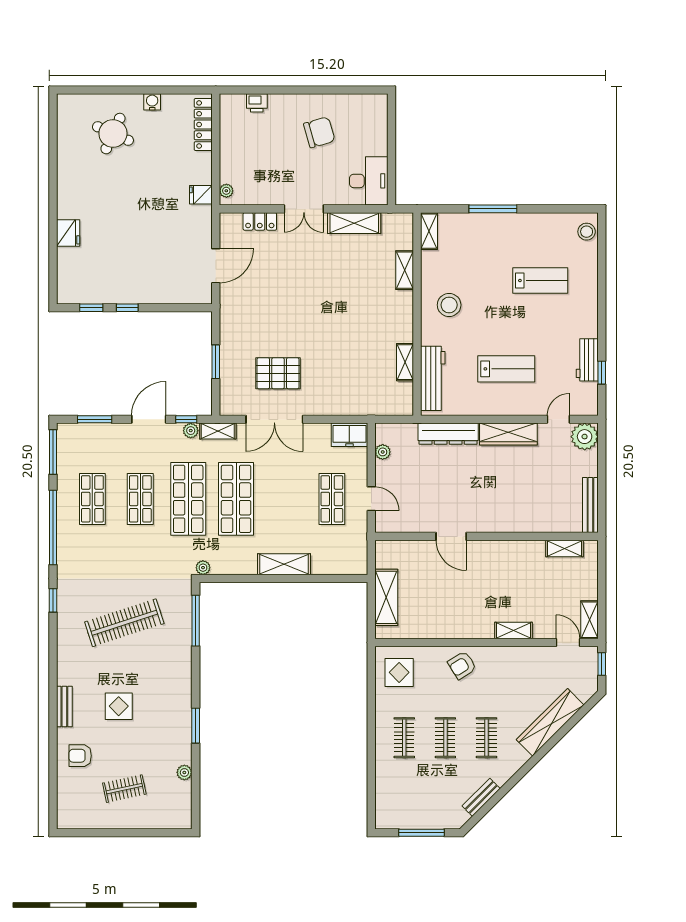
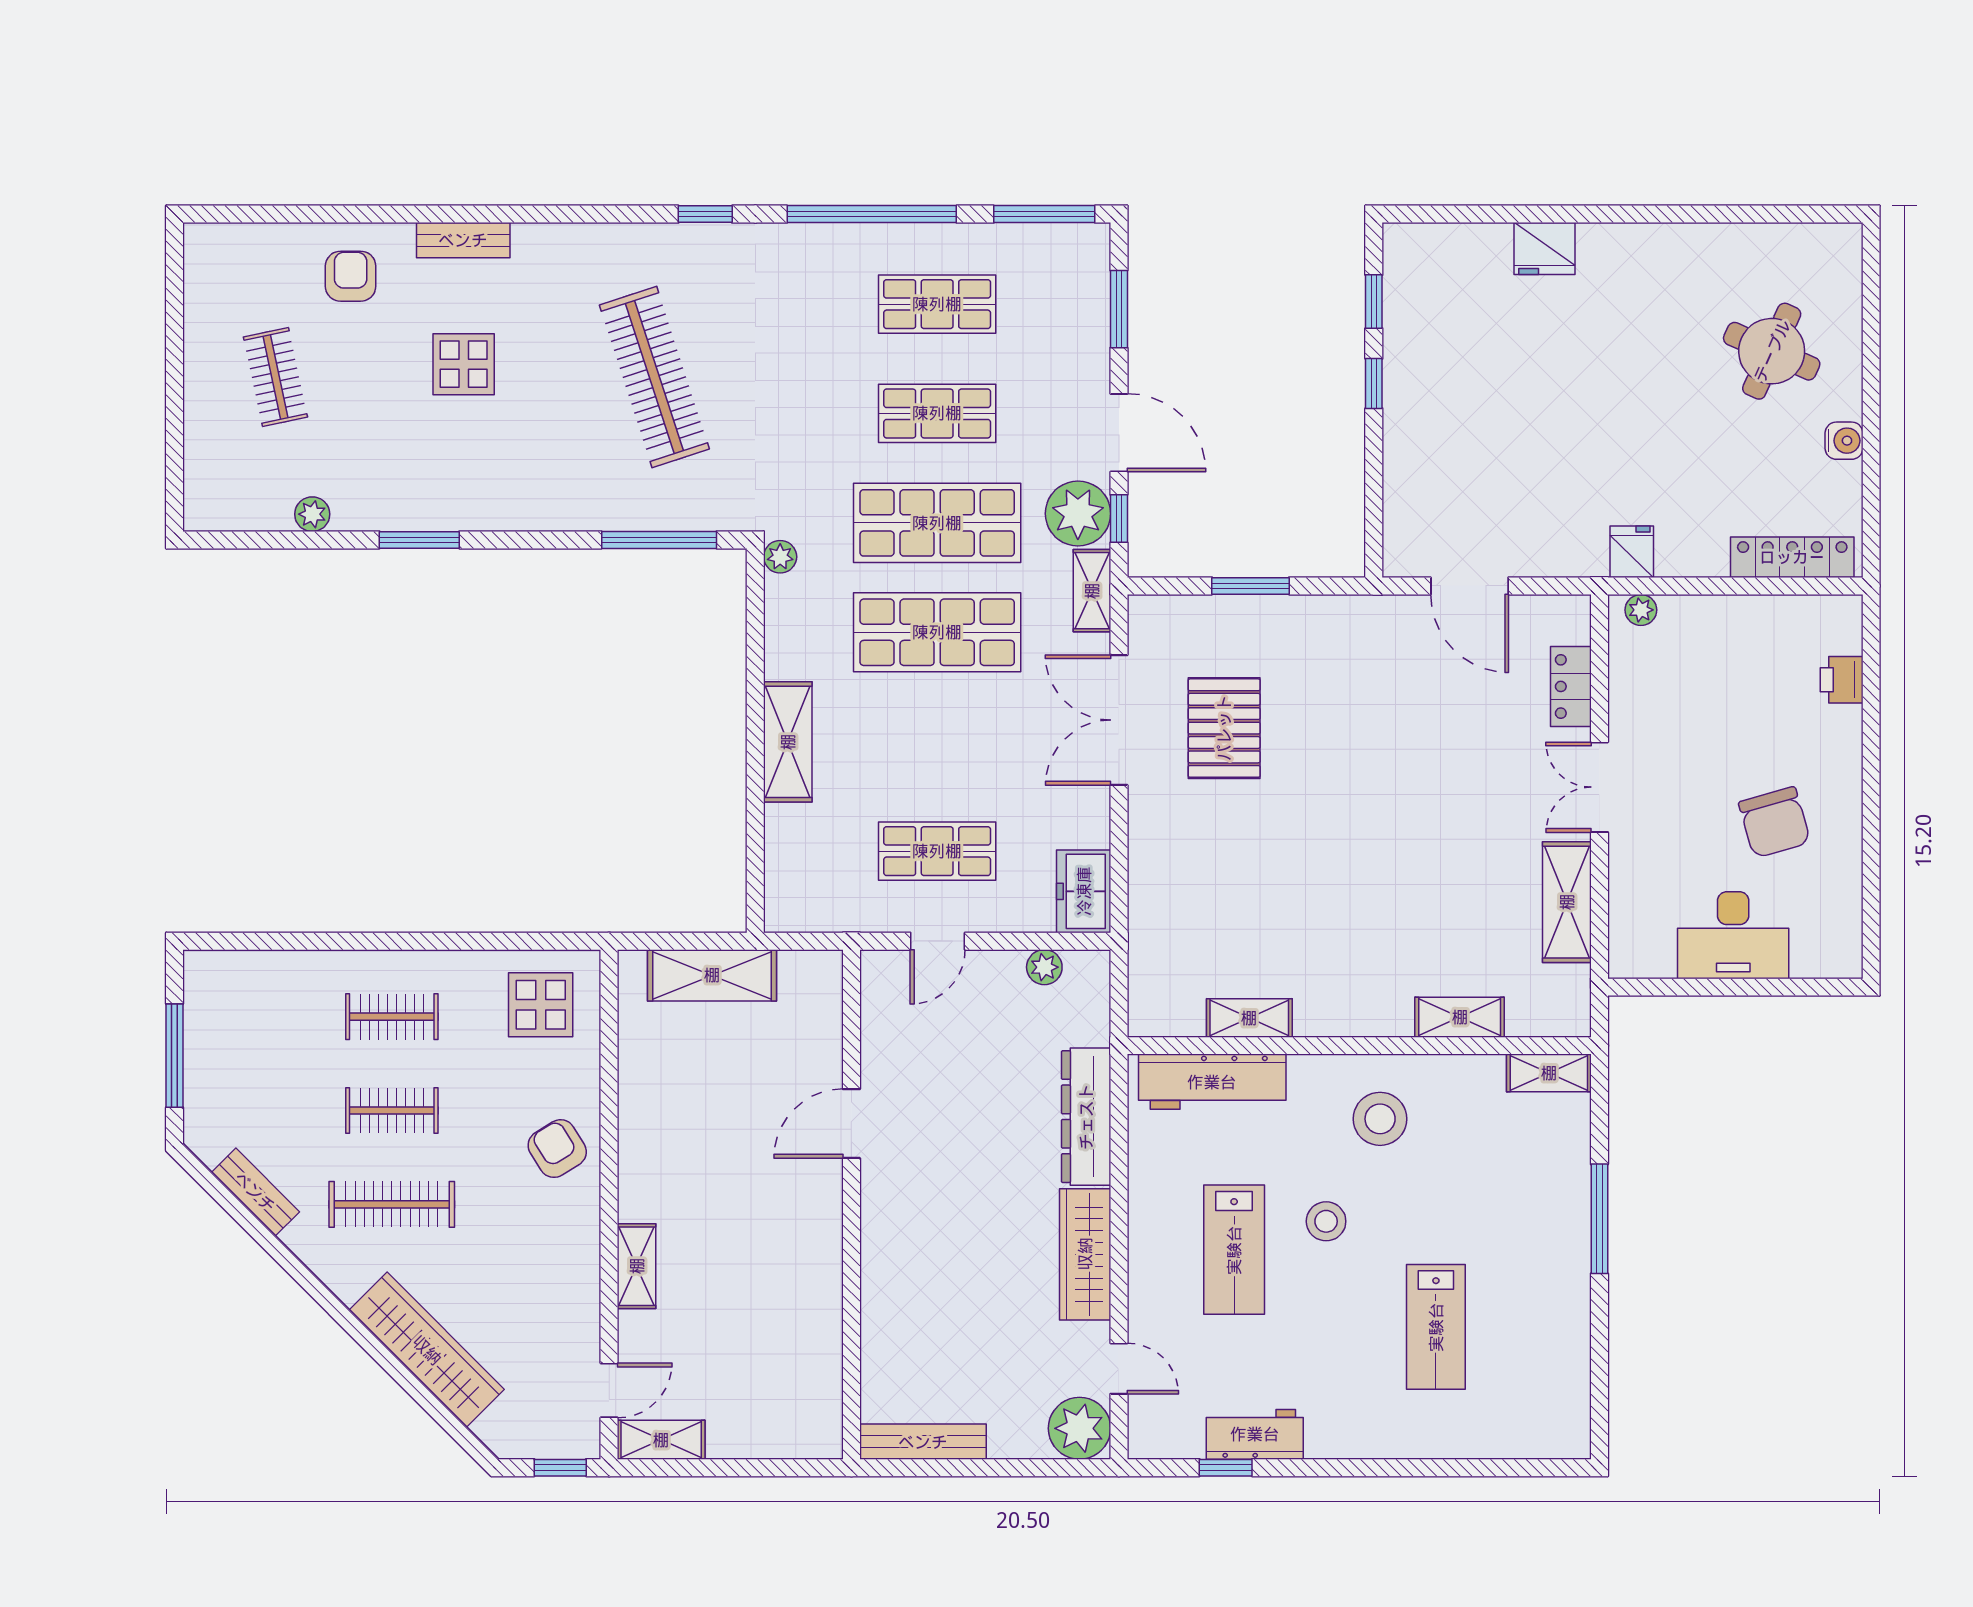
desk: (369, 181) -> (1733, 935), moved
stool: (587, 232) -> (1326, 1221), moved
plant: (191, 431) -> (1078, 514), width x1.88, depth x1.88
shelving: (564, 548) -> (824, 1382), removed
clothes rail: (487, 738) -> (392, 1204), width x1.36

